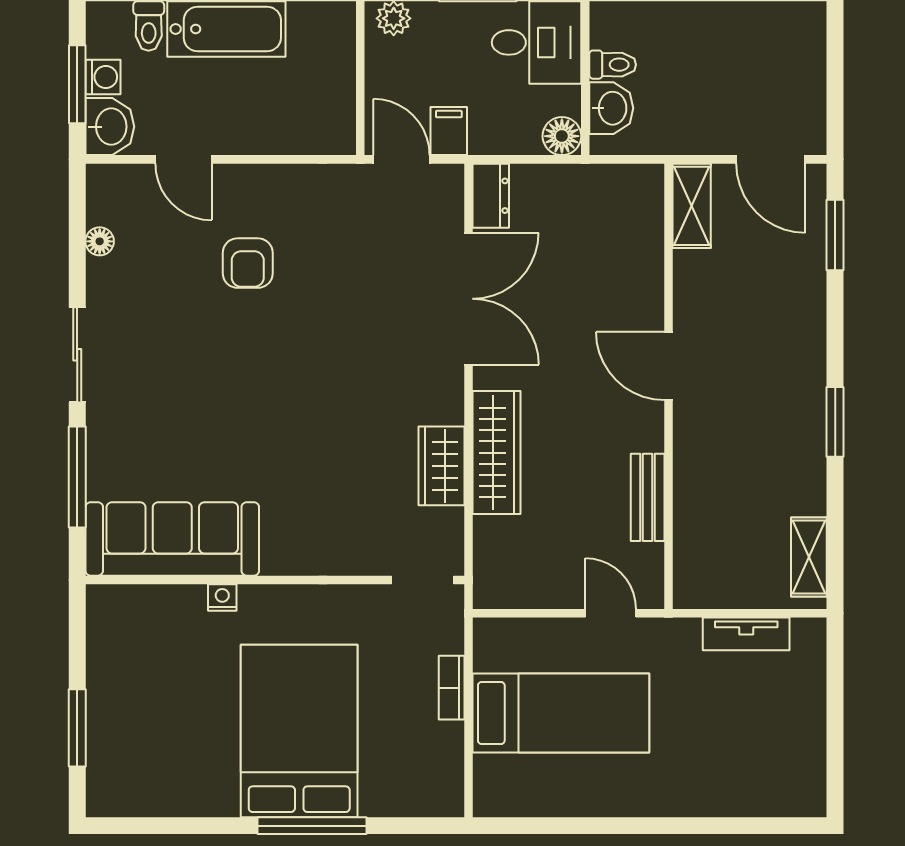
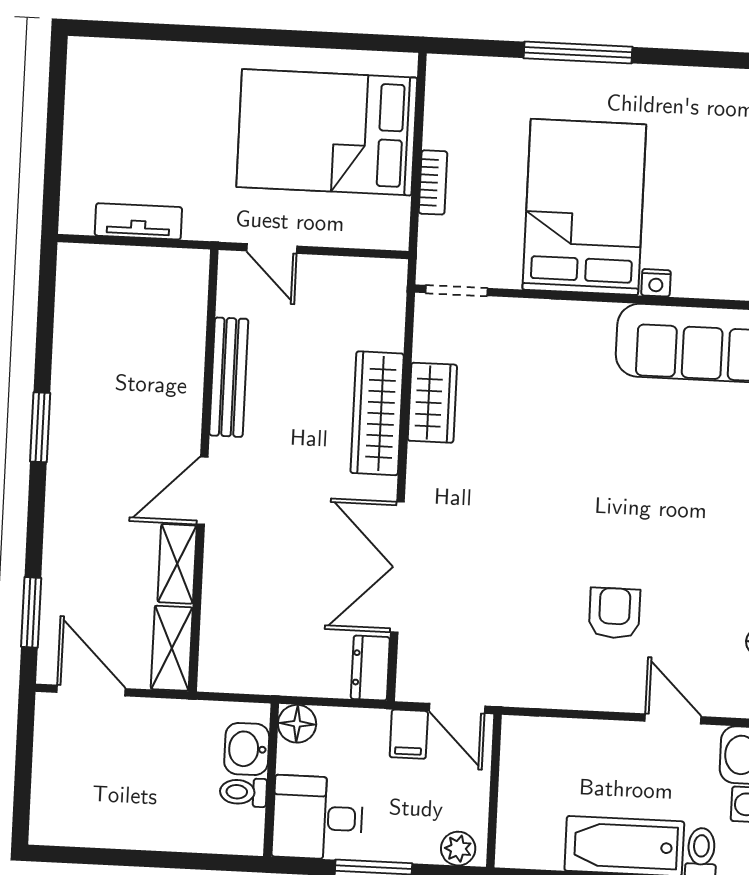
door: (668, 366) -> (203, 491), swing flipped
bench: (648, 497) -> (229, 377), width x1.36
shelving: (809, 557) -> (177, 564), moved
bed: (561, 713) -> (327, 132), width x1.50
bed: (299, 731) -> (584, 207), moved, turned 180

